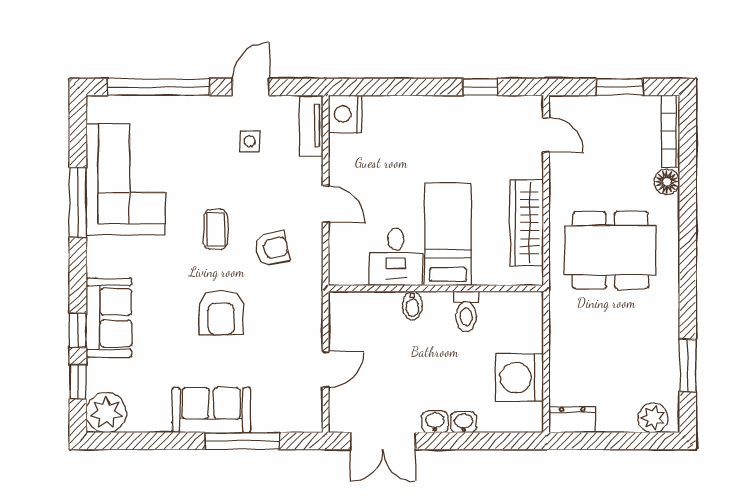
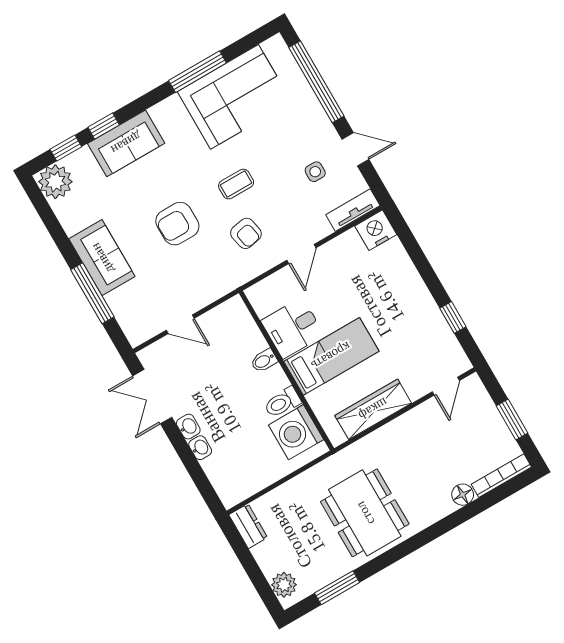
dining table: (610, 250) -> (365, 513), moved
washing machine: (519, 378) -> (296, 432), moved, turned -90

